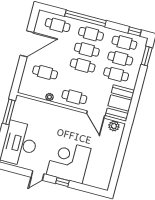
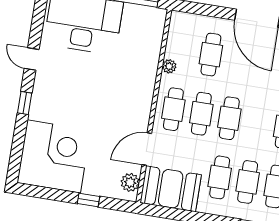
cafe table: (87, 50) -> (201, 114), moved
window: (122, 151) -> (89, 200), added
corner desk: (69, 161) -> (54, 156), moved

